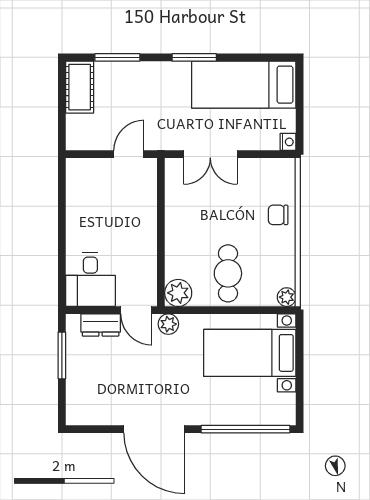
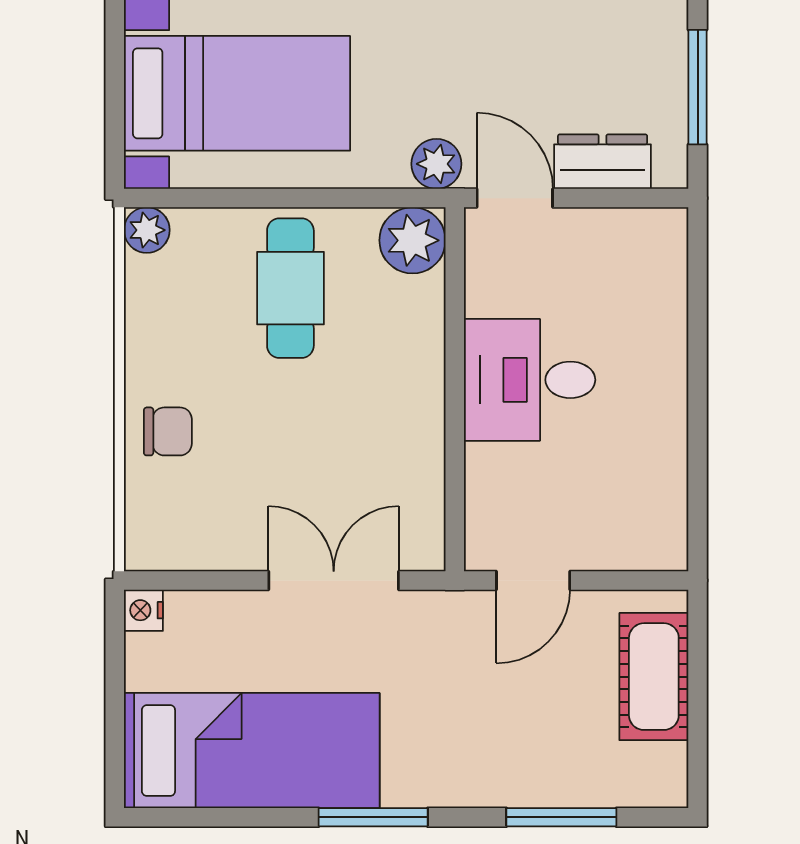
cot: (80, 87) -> (654, 677), moved
desk: (90, 280) -> (530, 380), moved, turned -90

